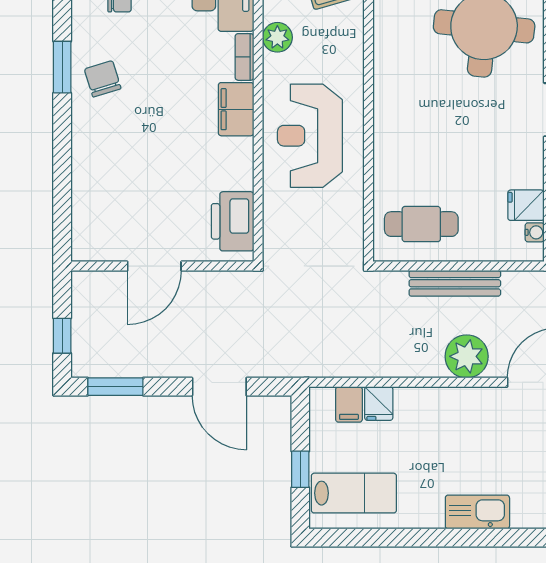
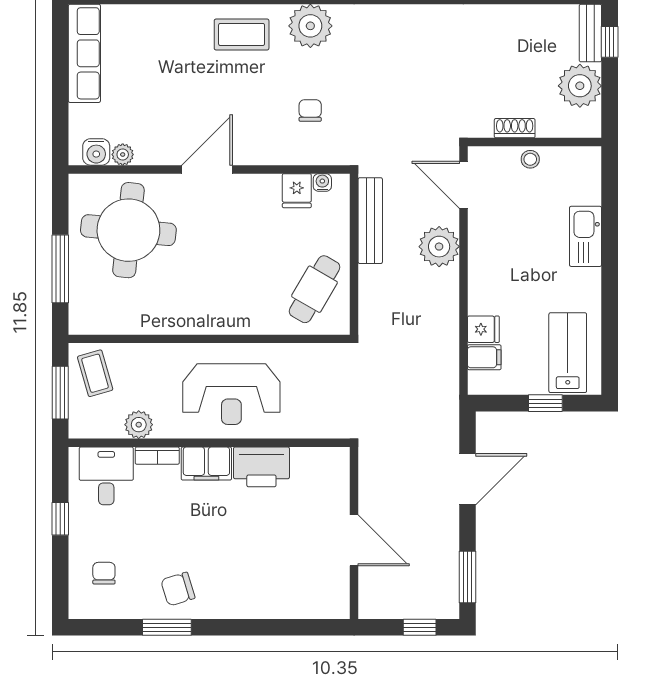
printer: (233, 221) -> (261, 467), moved
cafe table: (421, 224) -> (314, 289), turned 30
bench: (455, 283) -> (370, 221), moved

